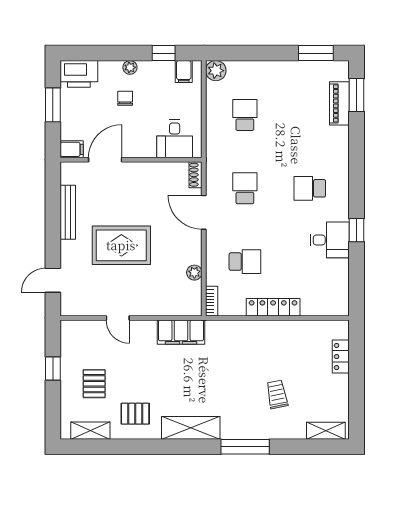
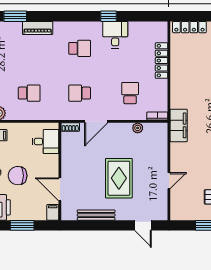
chair: (125, 98) -> (18, 176), width x1.87, depth x1.87
piano: (339, 103) -> (38, 28), moved
school desk: (245, 115) -> (29, 93), turned 180
school desk: (310, 188) -> (80, 48), turned -90
locker: (273, 307) -> (162, 61), moved
filing cabinet: (181, 332) -> (179, 125), moved
locker: (341, 357) -> (189, 27), width x1.53

